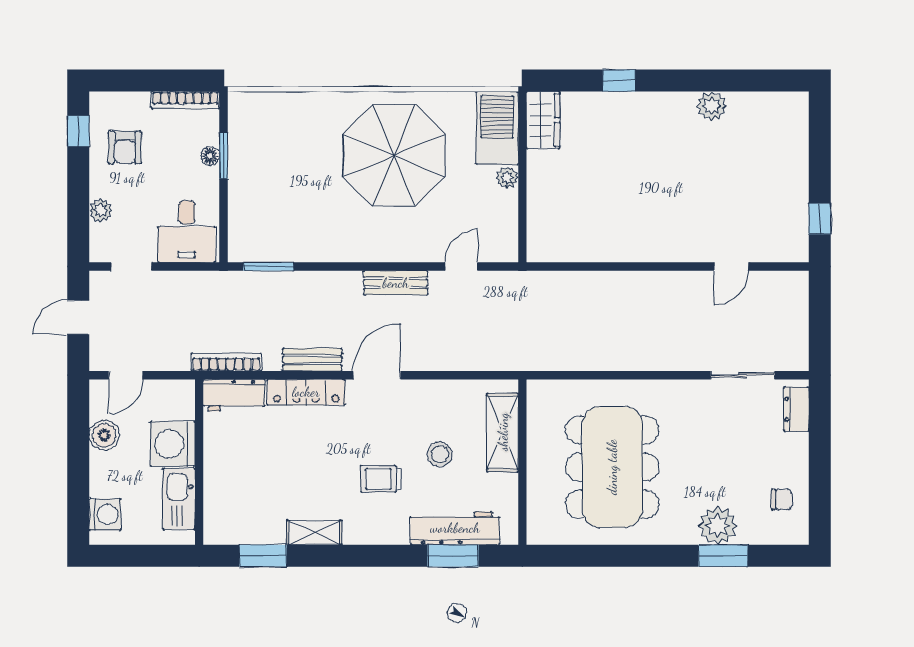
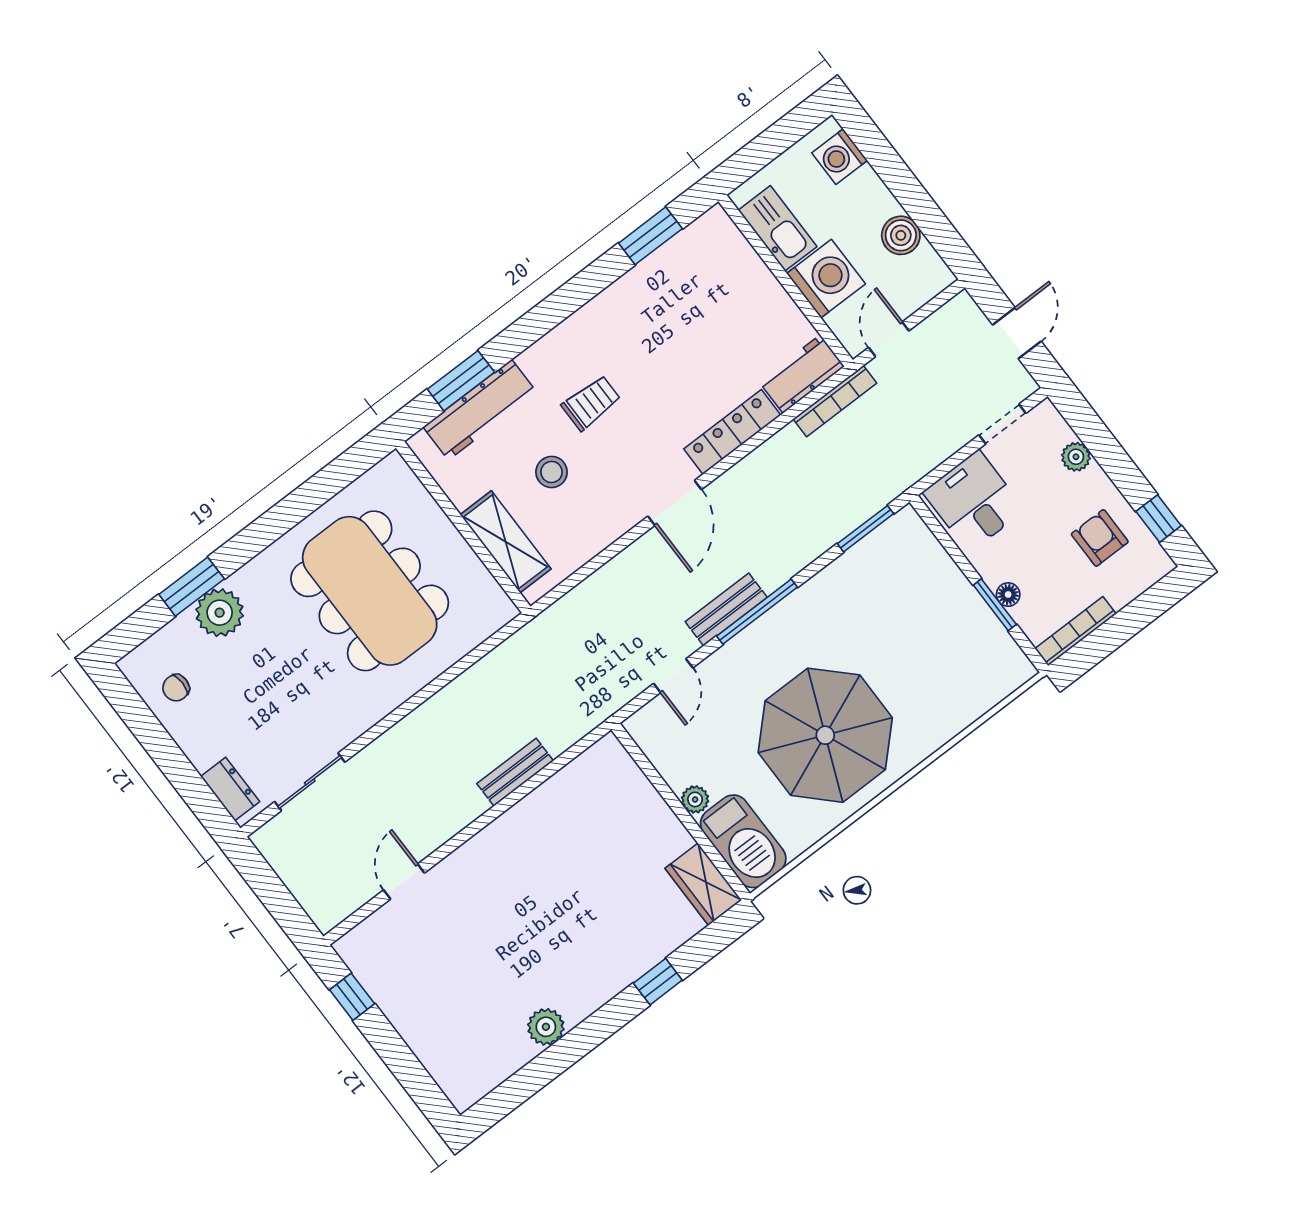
window: (377, 267) -> (757, 612), added
bench: (312, 360) -> (515, 772), moved
door: (126, 375) -> (889, 339), moved
shelving: (314, 533) -> (617, 298), removed

